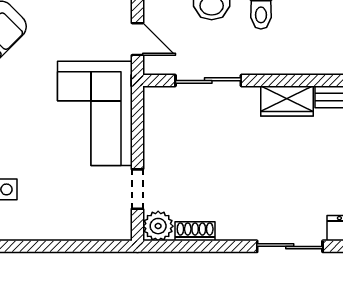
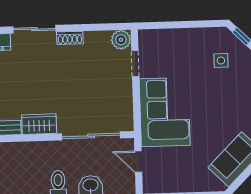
sliding door: (208, 81) -> (91, 136), width x1.37
shoe rack: (195, 231) -> (70, 38), moved

